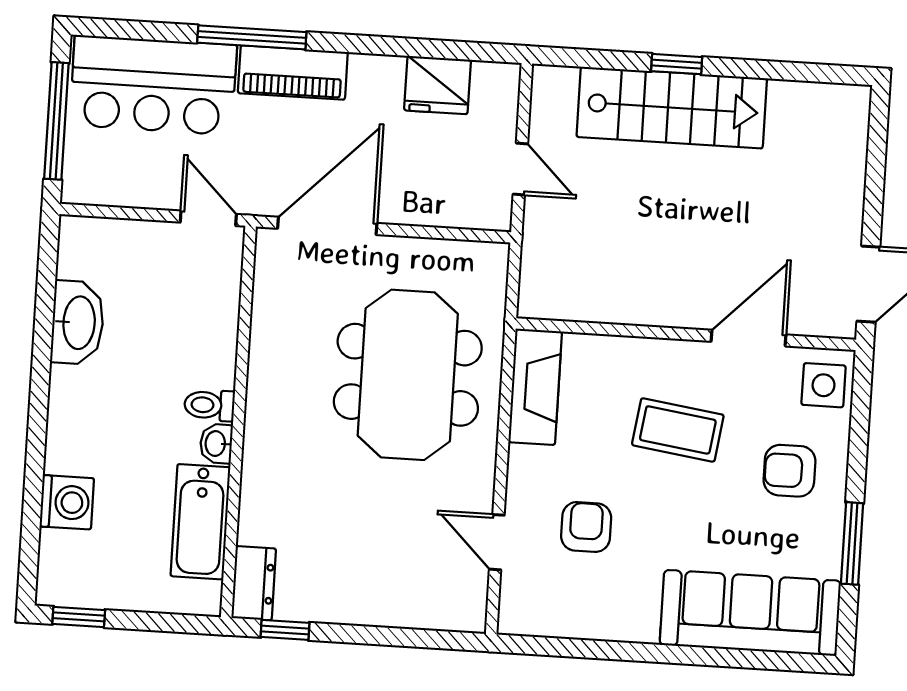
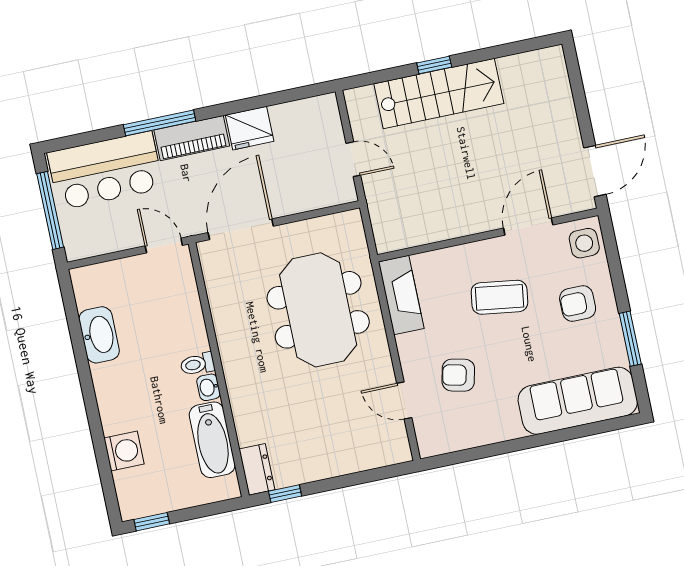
fridge: (437, 85) -> (250, 128), moved
armchair: (586, 527) -> (458, 375), turned -77

